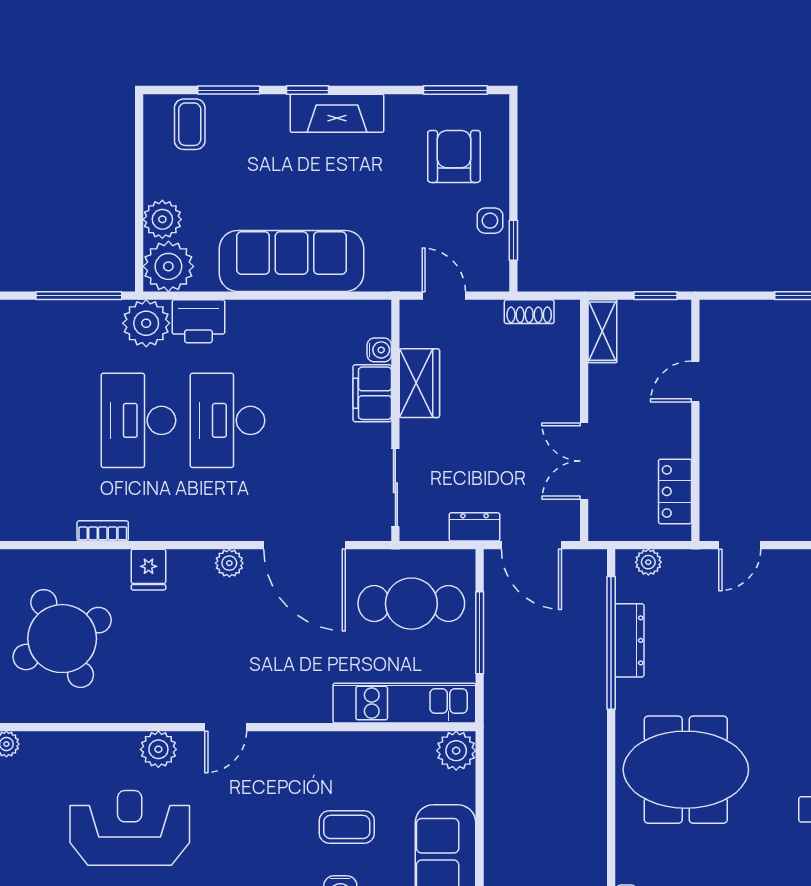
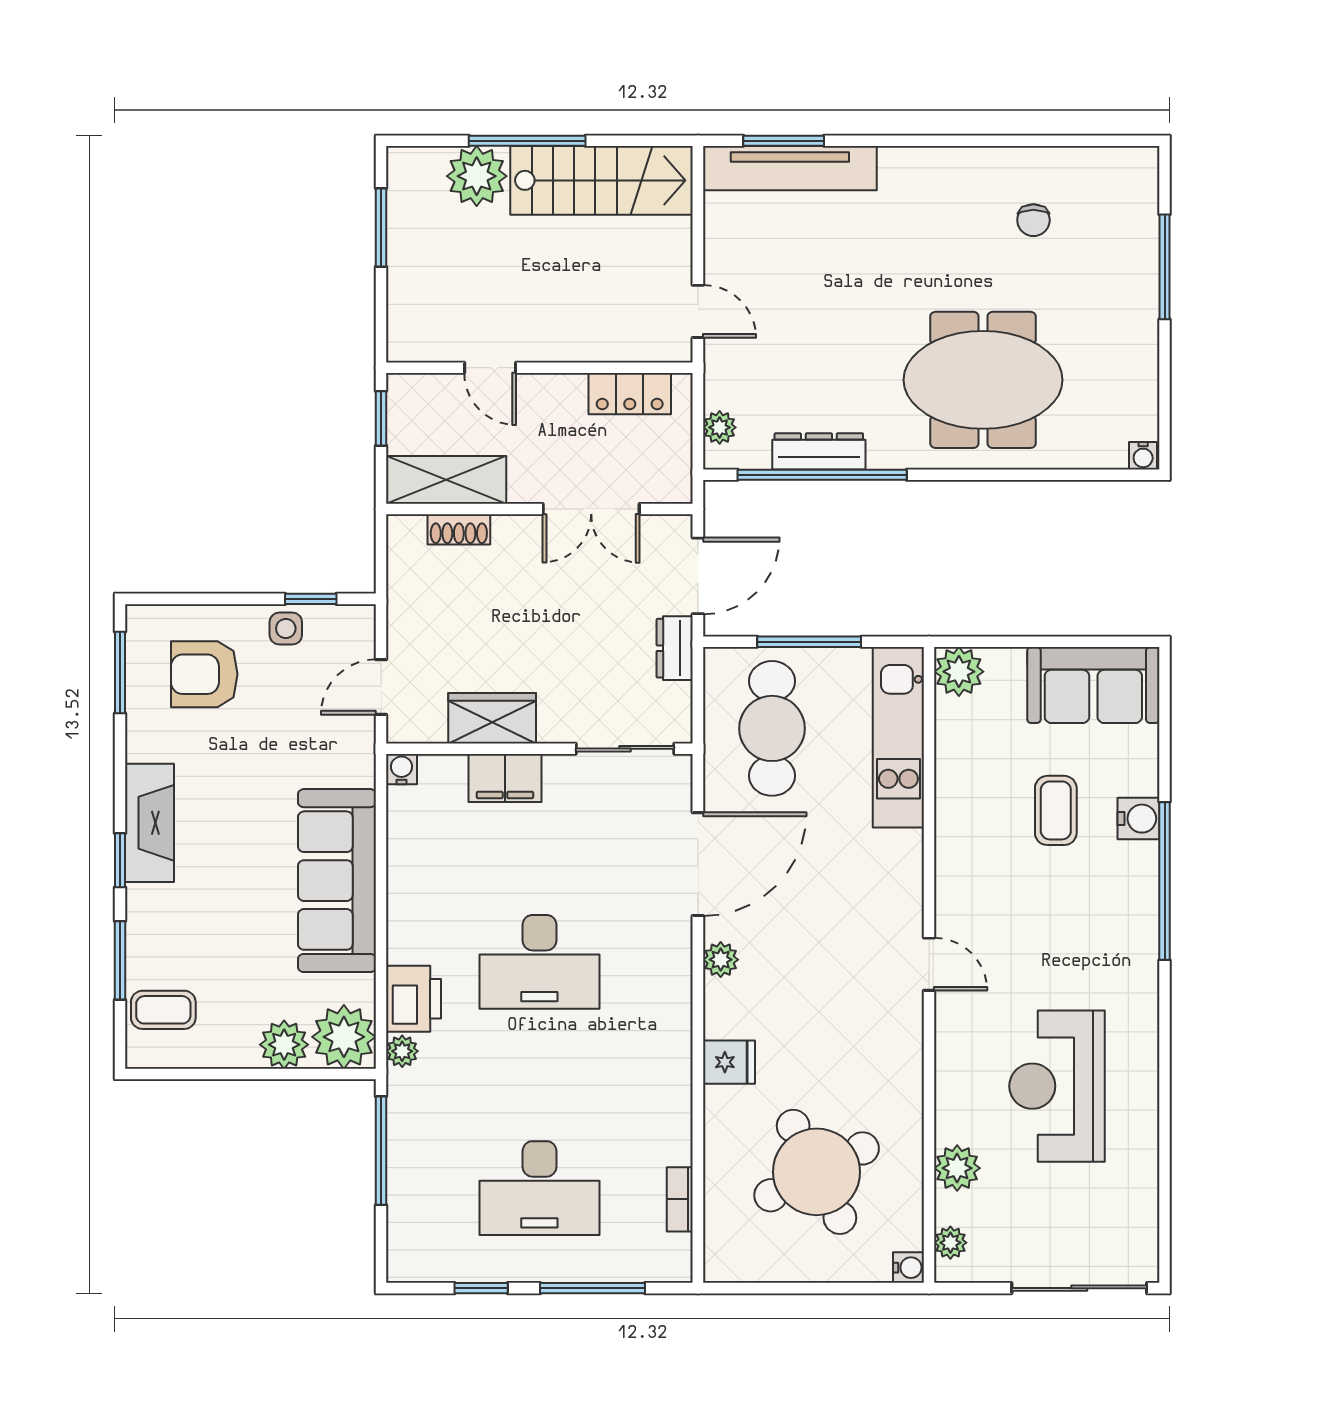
shoe rack: (529, 312) -> (459, 529), moved, turned 90
plant: (146, 323) -> (402, 1051), width x0.53, depth x0.53
shelving: (602, 331) -> (446, 480), width x1.50, depth x1.33
water cooler: (379, 350) -> (401, 769), moved
desk: (138, 420) -> (539, 1188), moved
bookcase: (103, 531) -> (680, 1199), moved
plant: (158, 749) -> (957, 1168), moved
meeting table: (686, 770) -> (983, 380), turned 90

